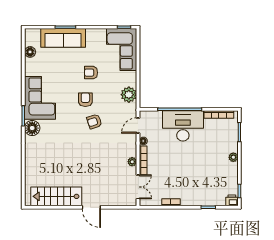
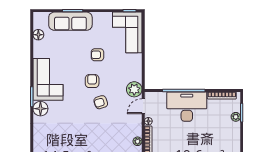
plant: (129, 95) -> (134, 89), moved
plant: (233, 157) -> (236, 117), moved

